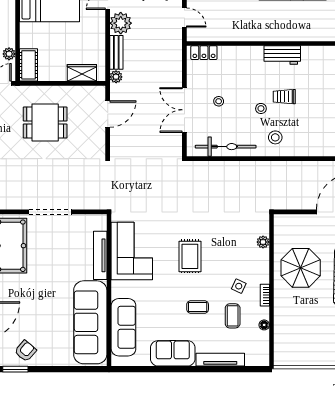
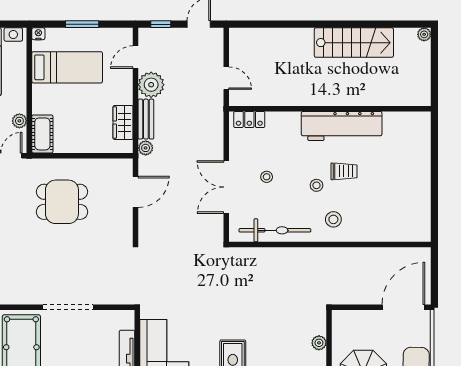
workbench: (282, 55) -> (342, 126), width x1.87, depth x1.32
wardrobe: (82, 73) -> (123, 122), moved, turned -90
trolley: (284, 97) -> (344, 171), turned 180

